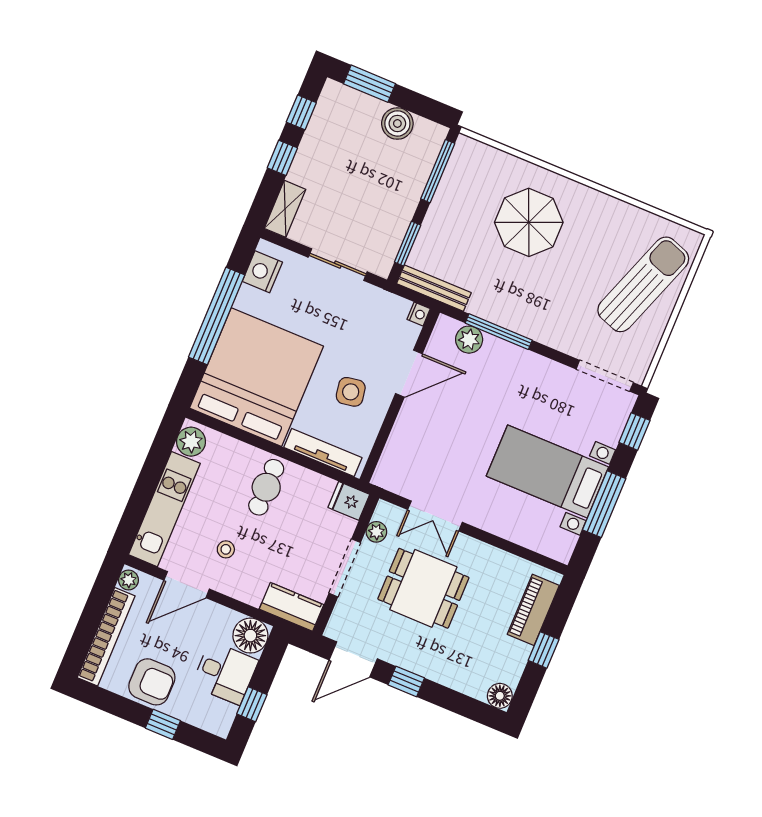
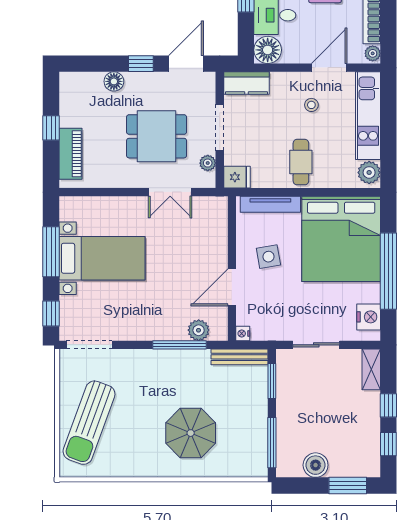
double door: (435, 516) -> (170, 192), swing flipped
floor lamp: (500, 696) -> (114, 81), moved

